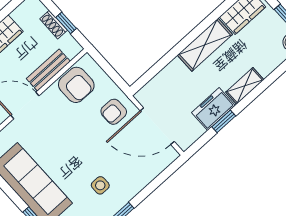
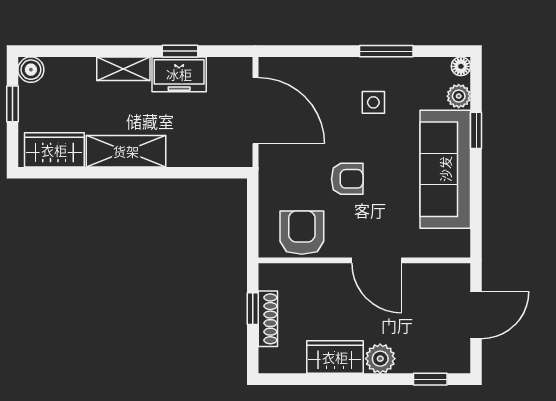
shoe rack: (54, 25) -> (268, 319), width x1.43
bench: (48, 70) -> (317, 275), removed
armchair: (114, 112) -> (347, 179), moved

